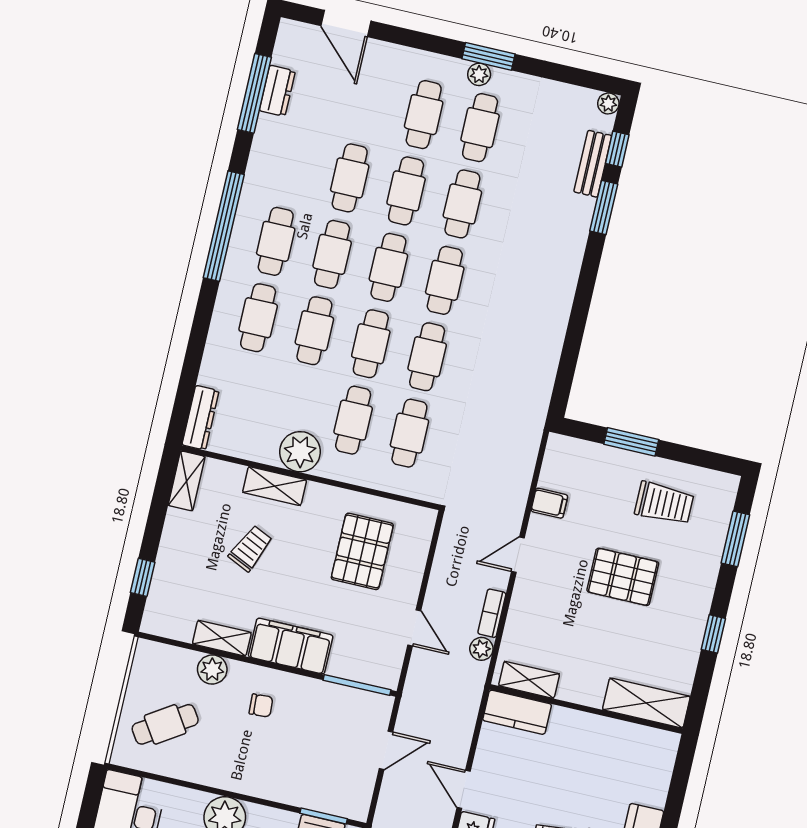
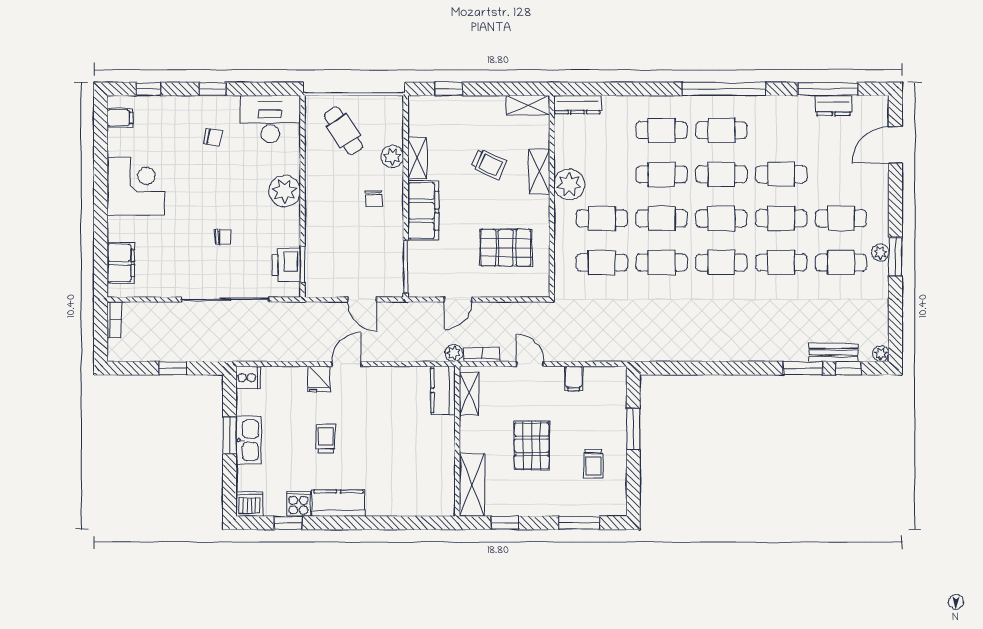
trolley: (664, 503) -> (593, 464), width x0.73, depth x0.72
shelving: (529, 680) -> (469, 394), moved
shelving: (646, 703) -> (472, 485), moved
wall: (586, 709) -> (457, 441), moved
kitchen counter: (517, 712) -> (443, 390), moved

